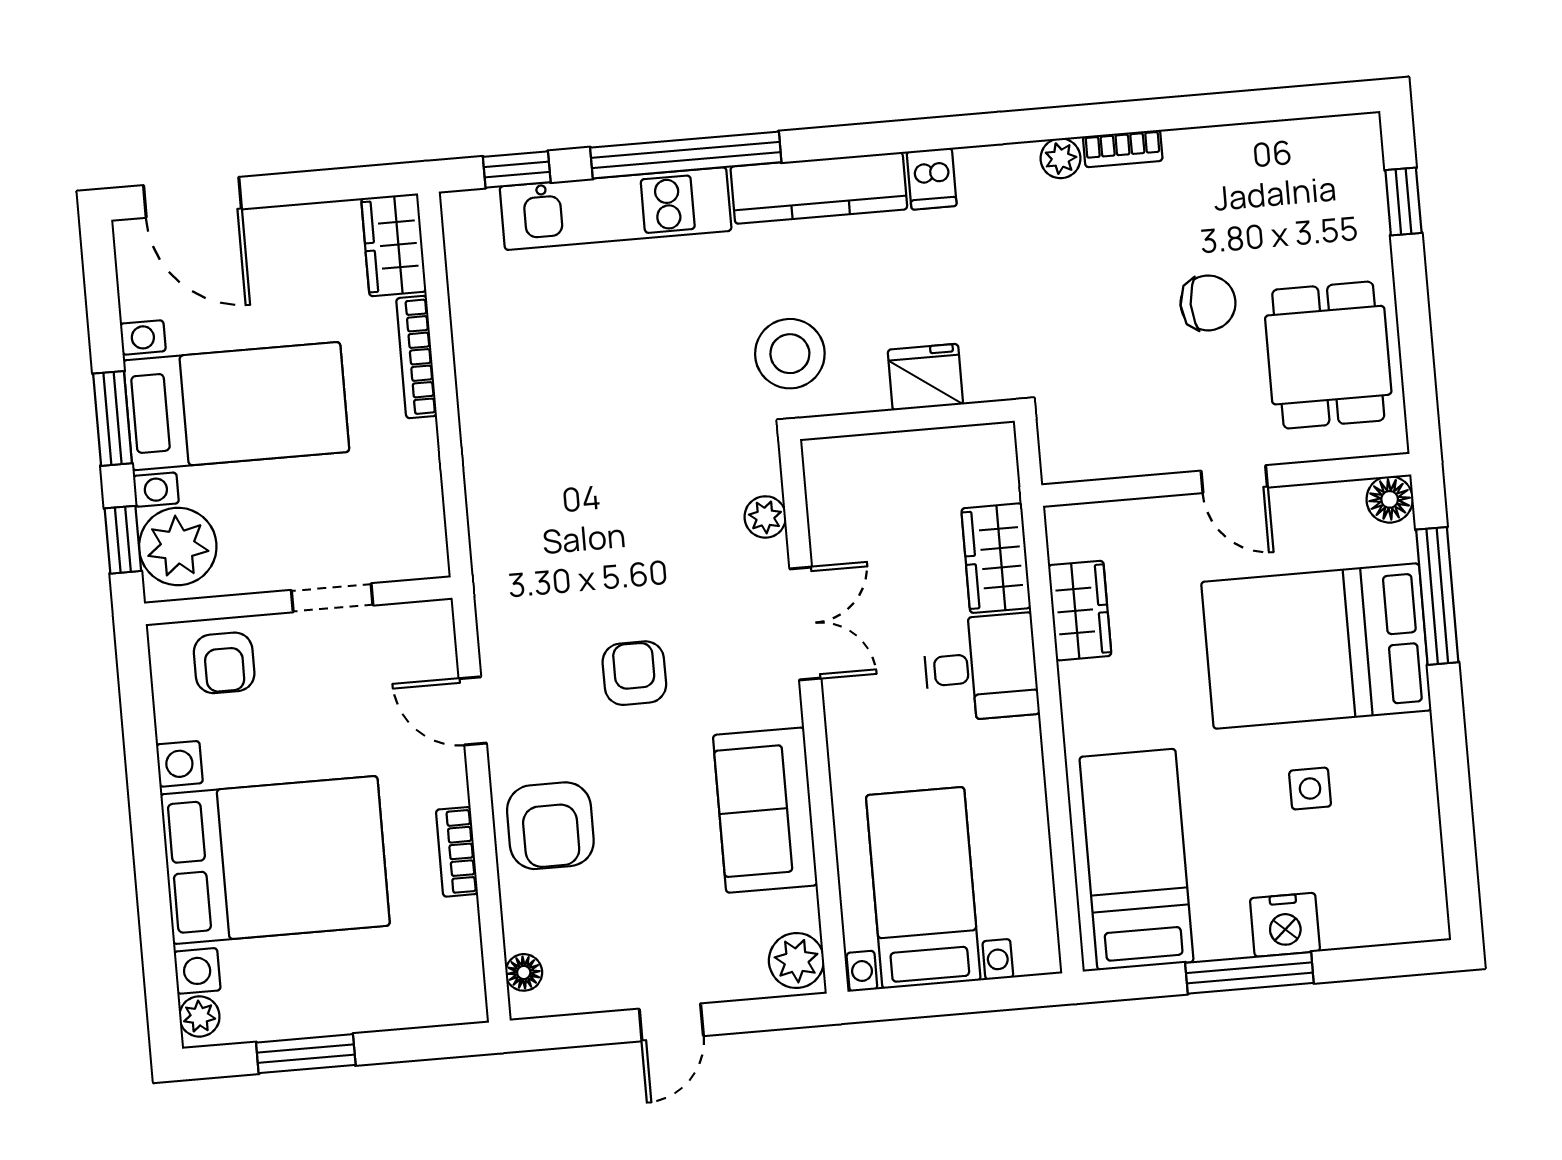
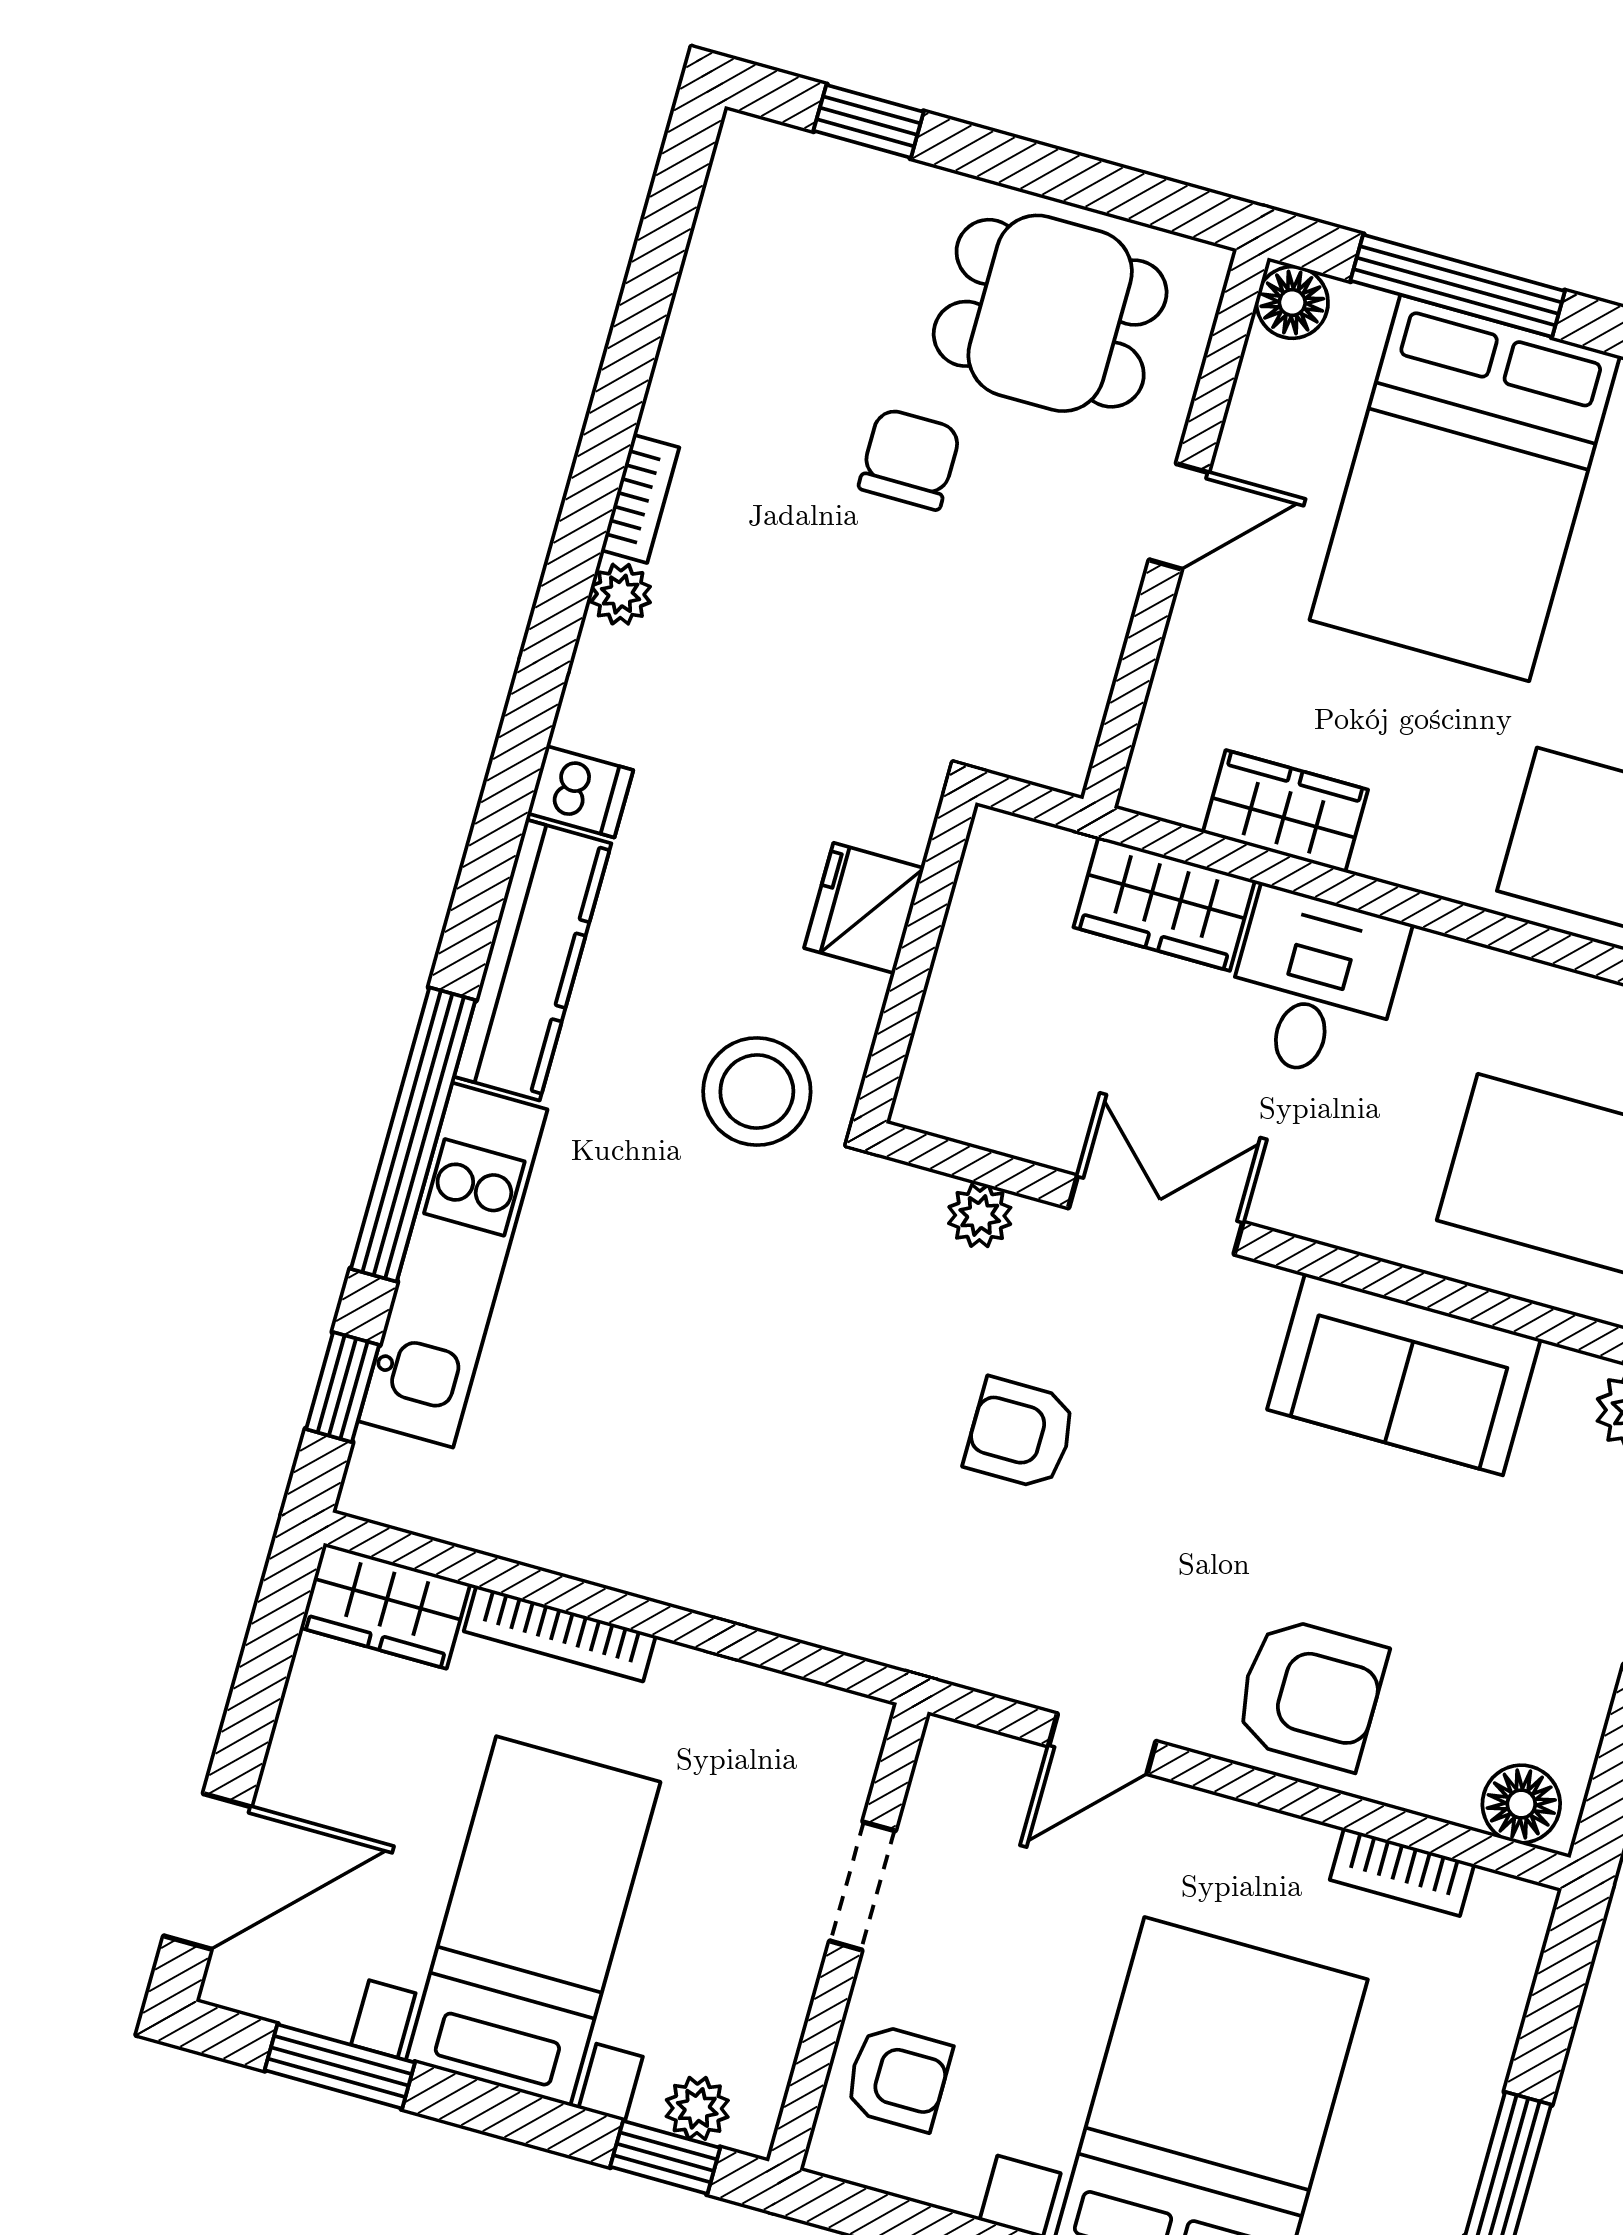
window: (112, 418) -> (340, 2066), moved
plant: (178, 546) -> (697, 2108), width x0.53, depth x0.53
armchair: (634, 673) -> (1020, 1434), moved
bookcase: (457, 852) -> (1402, 1872), moved
floor lamp: (524, 972) -> (1521, 1804), width x1.37, depth x1.37

